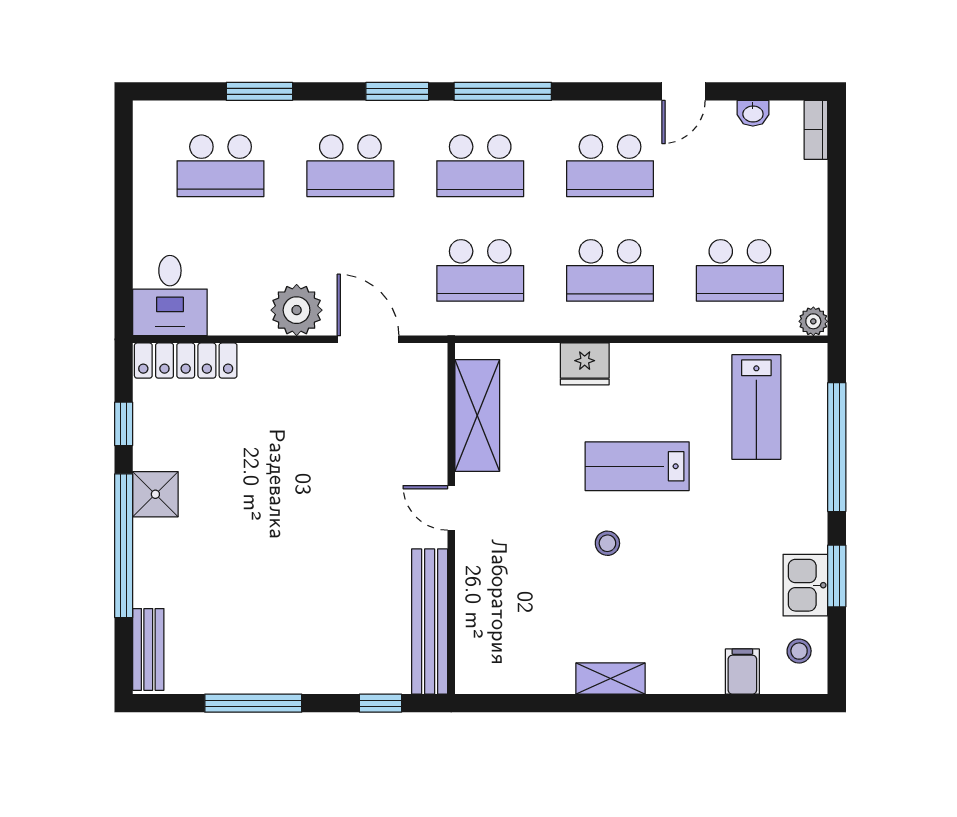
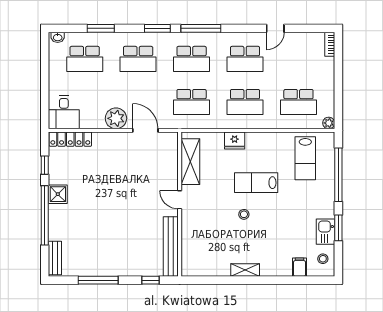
washbasin: (753, 113) -> (58, 37), moved

